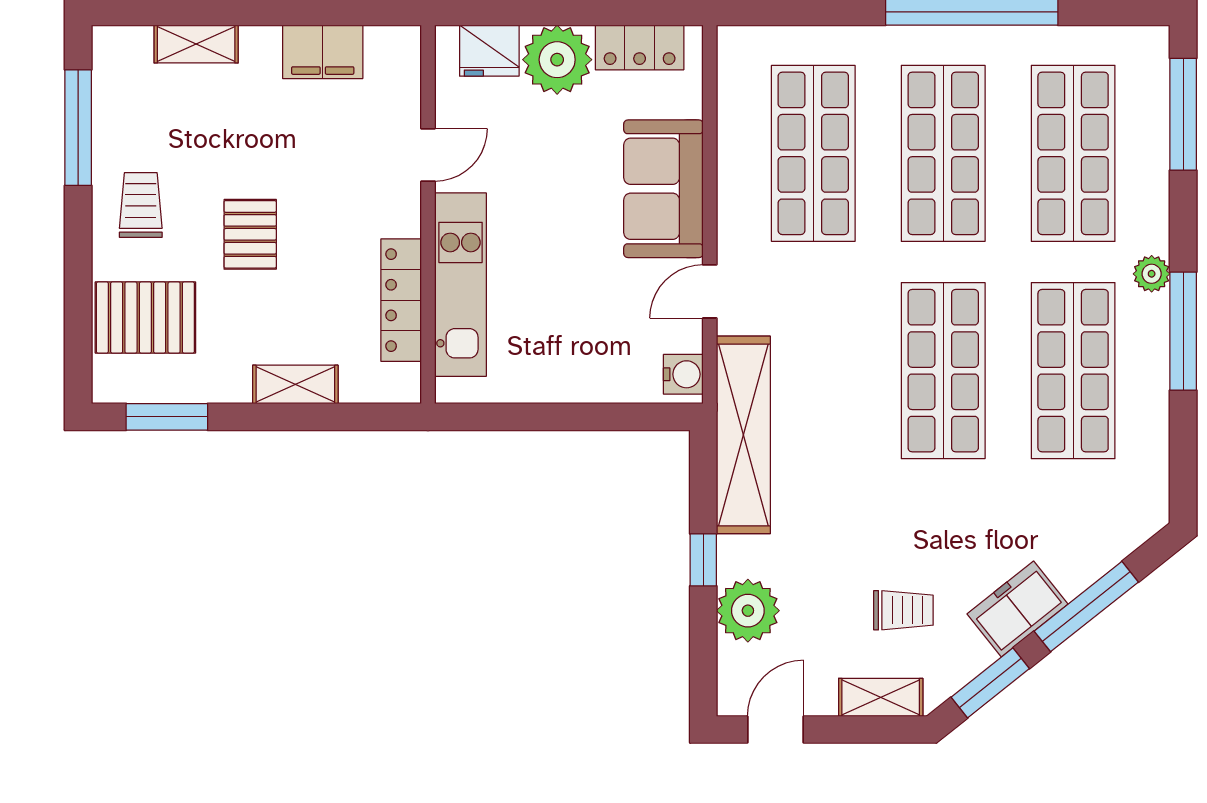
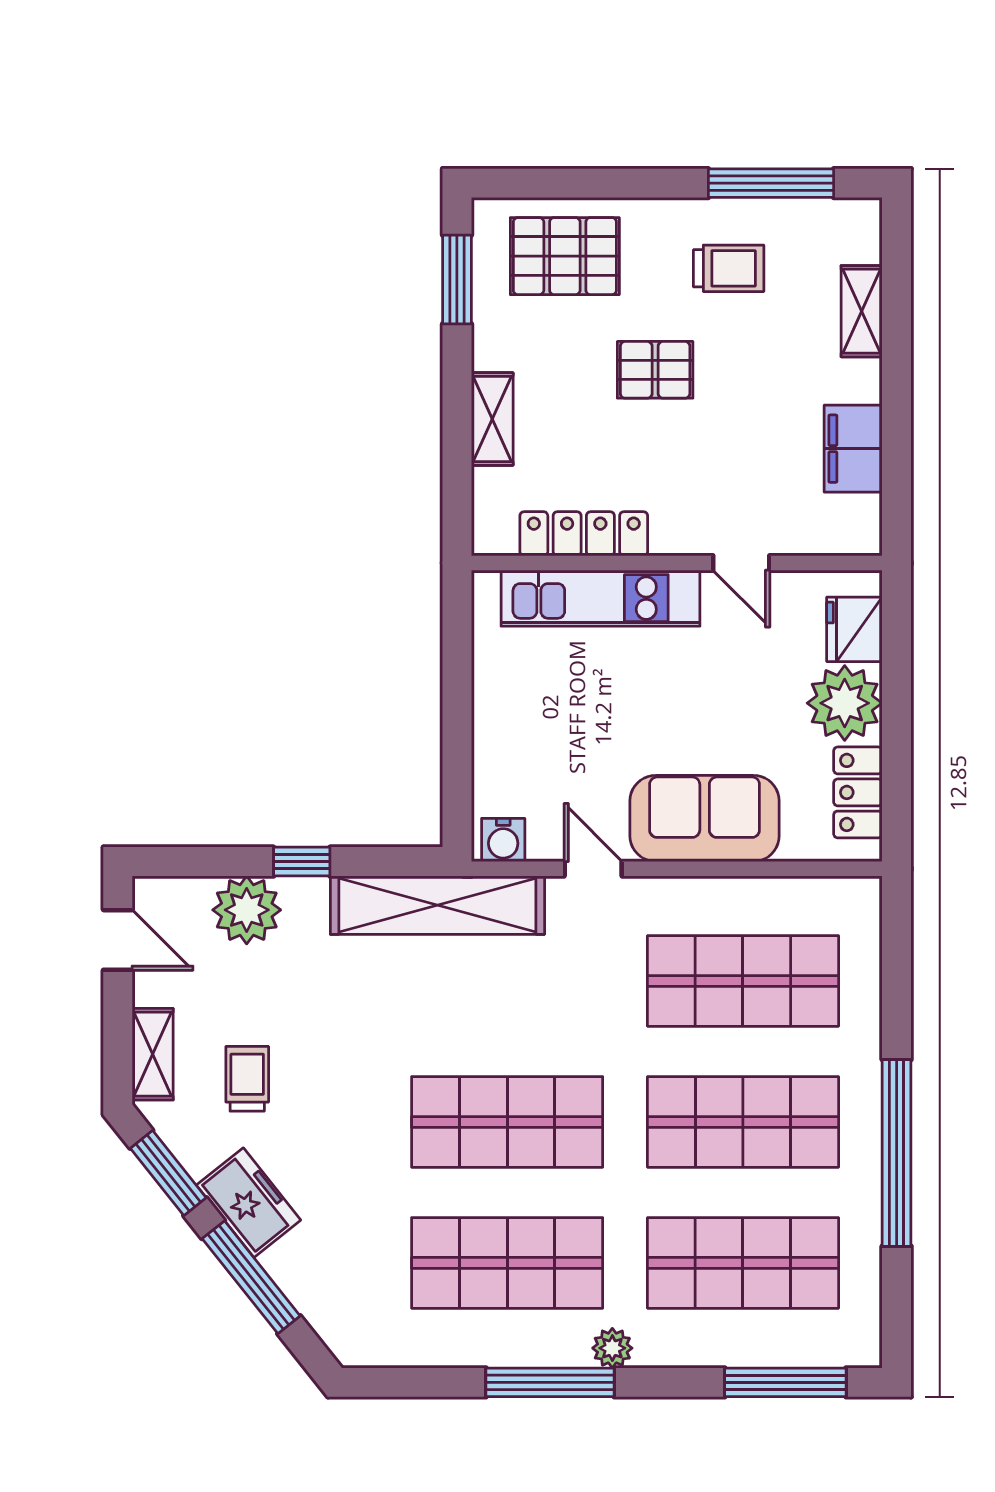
trolley: (141, 205) -> (729, 268), moved
pallet: (145, 318) -> (565, 256), turned 90
trolley: (903, 610) -> (247, 1079), turned 180

